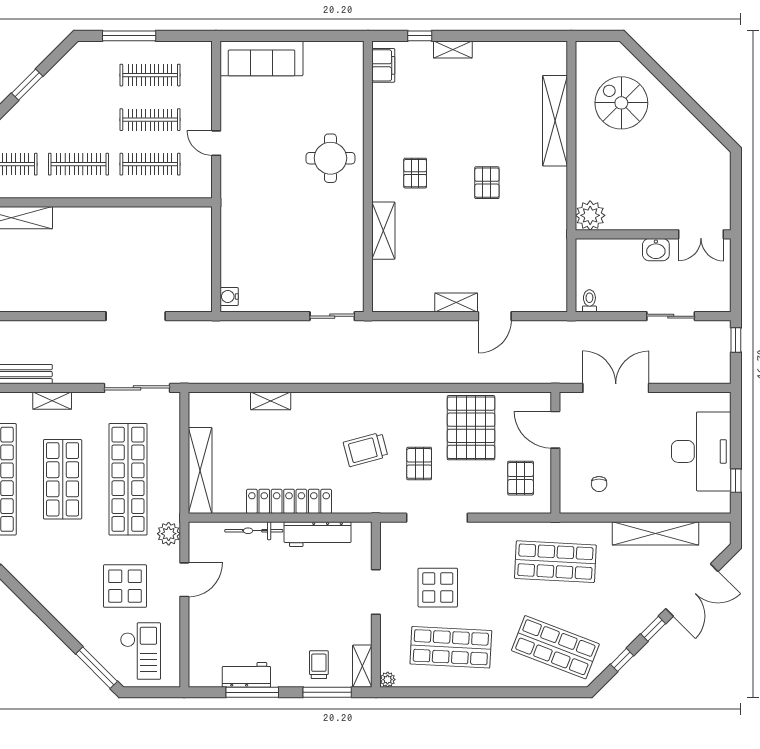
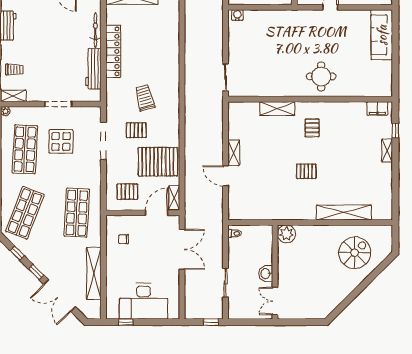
pallet: (415, 173) -> (312, 128), turned 90
shelving: (271, 401) -> (174, 198), moved

